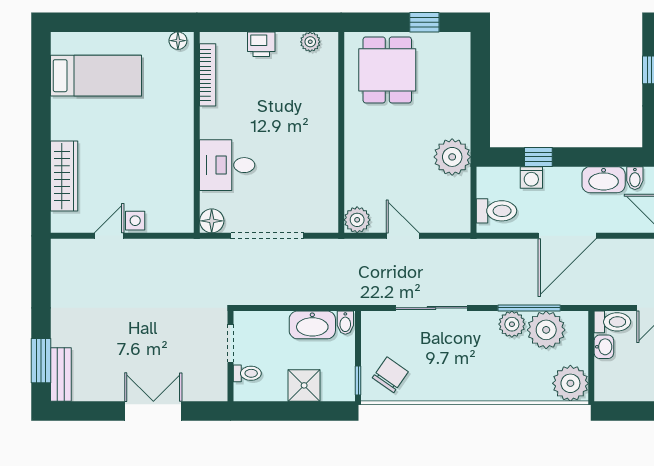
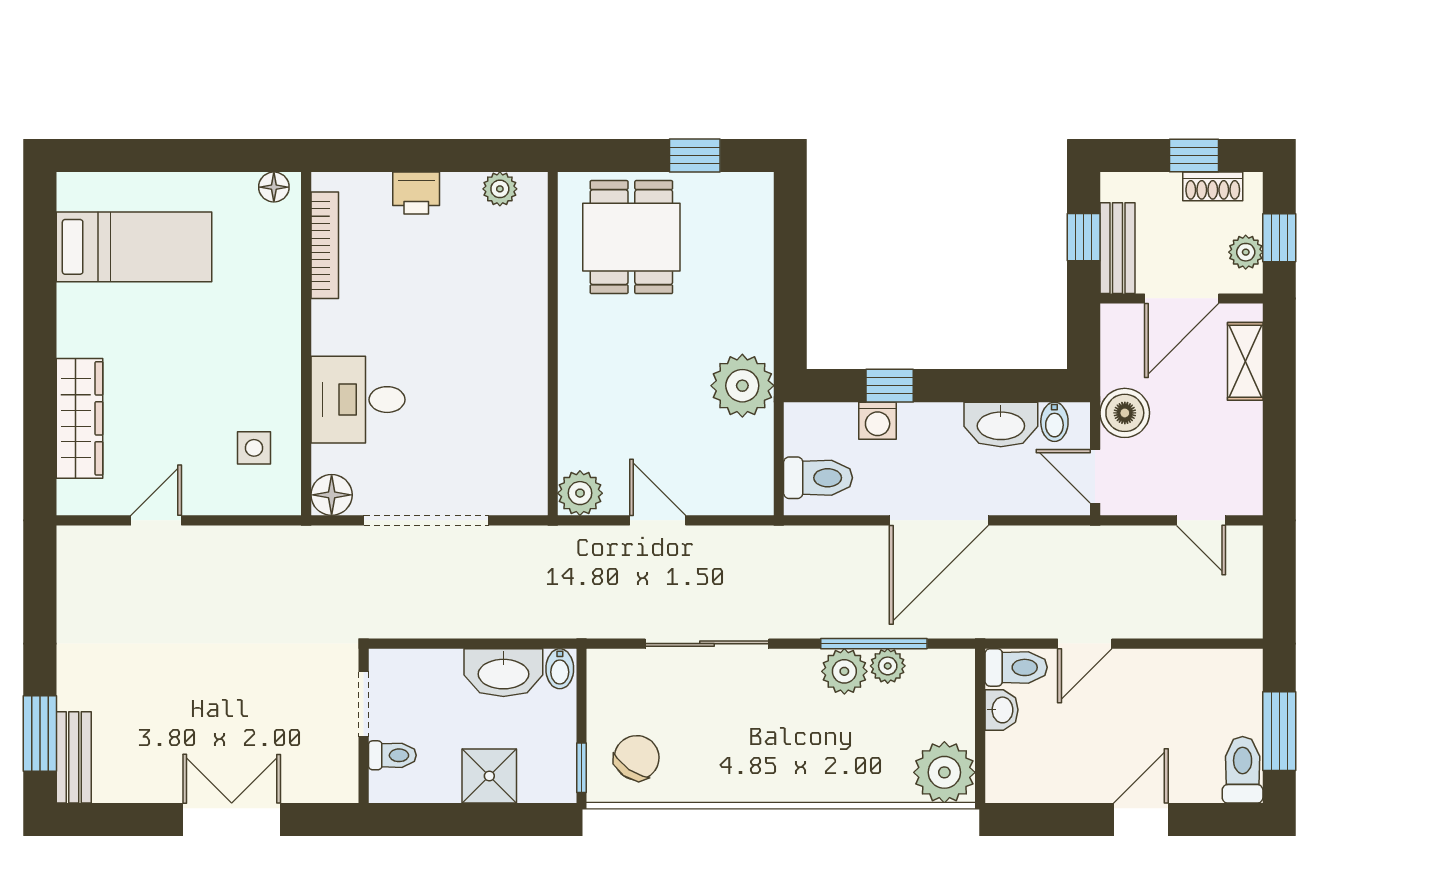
side table: (135, 221) -> (254, 448), moved
plant: (546, 330) -> (888, 666), width x0.53, depth x0.53

